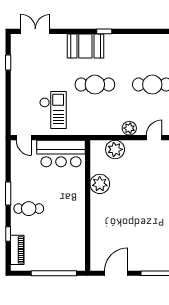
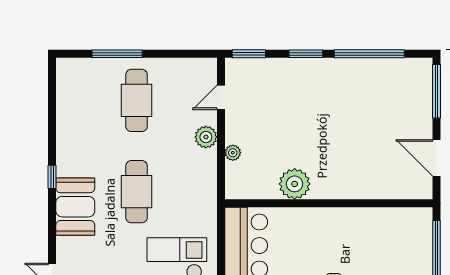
door: (154, 138) -> (221, 97), hinge flipped
plant: (115, 149) -> (233, 153), width x0.53, depth x0.53

